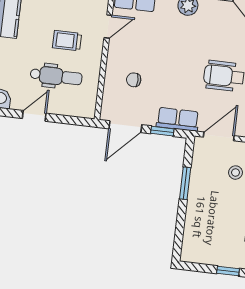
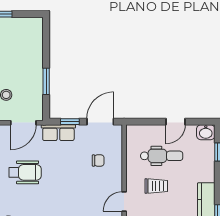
dental chair: (56, 76) -> (162, 156), turned 180

